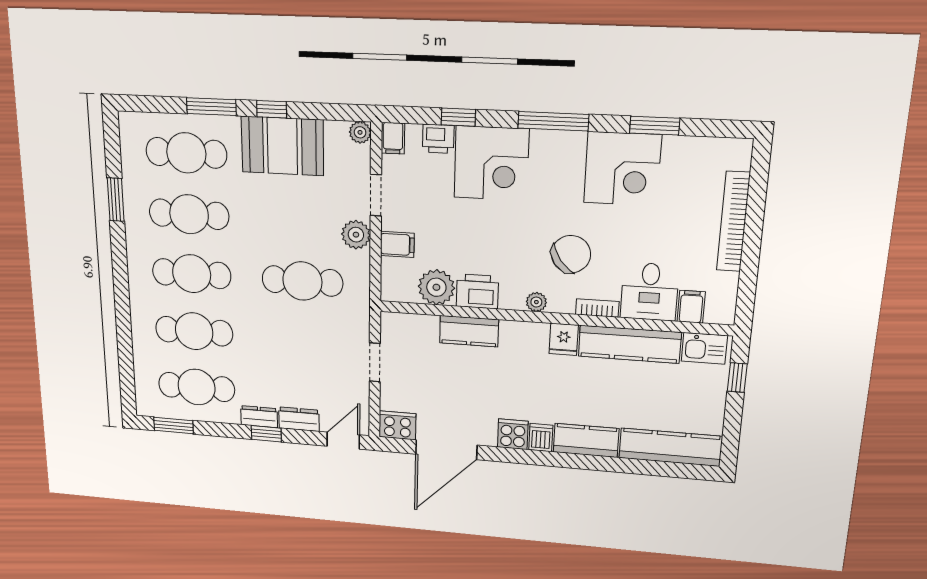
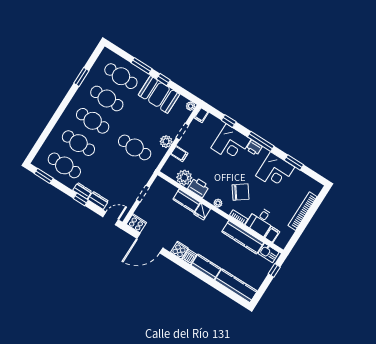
printer: (438, 139) -> (254, 148), moved
fridge: (564, 339) -> (202, 211), moved

